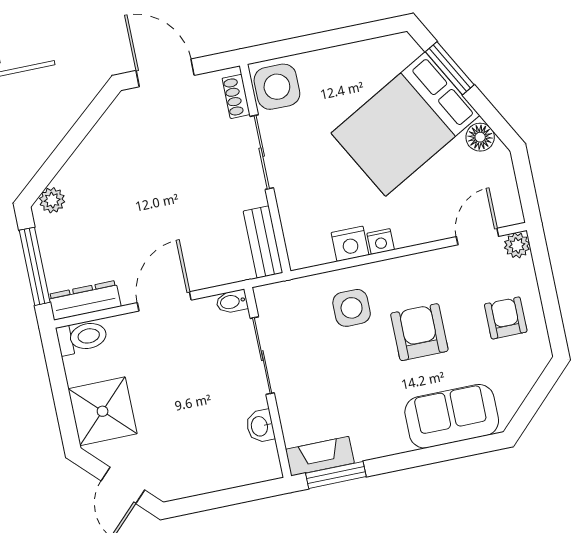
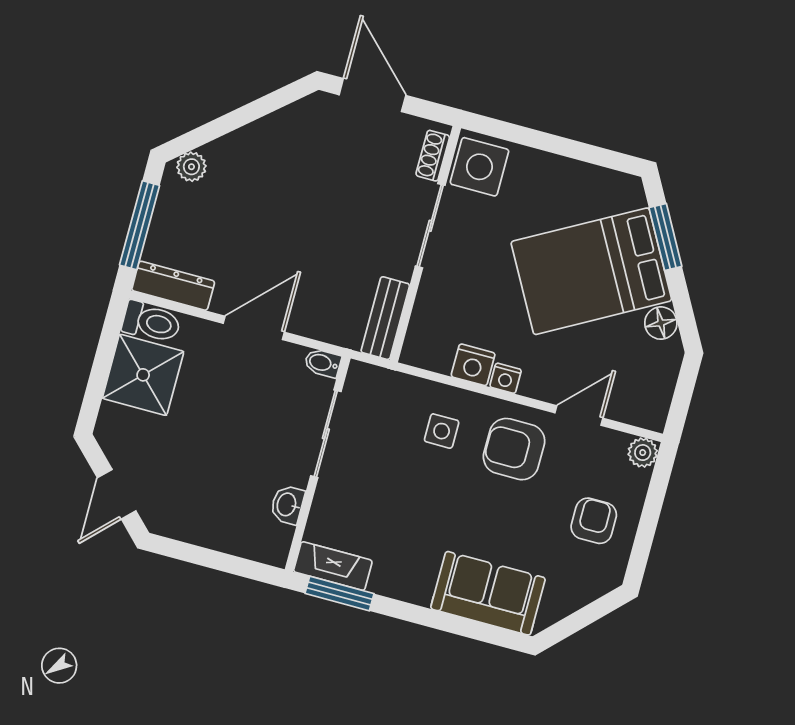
door: (478, 237) -> (579, 416), moved
side table: (352, 308) -> (442, 431), width x0.73, depth x0.73
armchair: (419, 332) -> (514, 449), moved, turned -90
shower: (103, 411) -> (143, 375), moved

